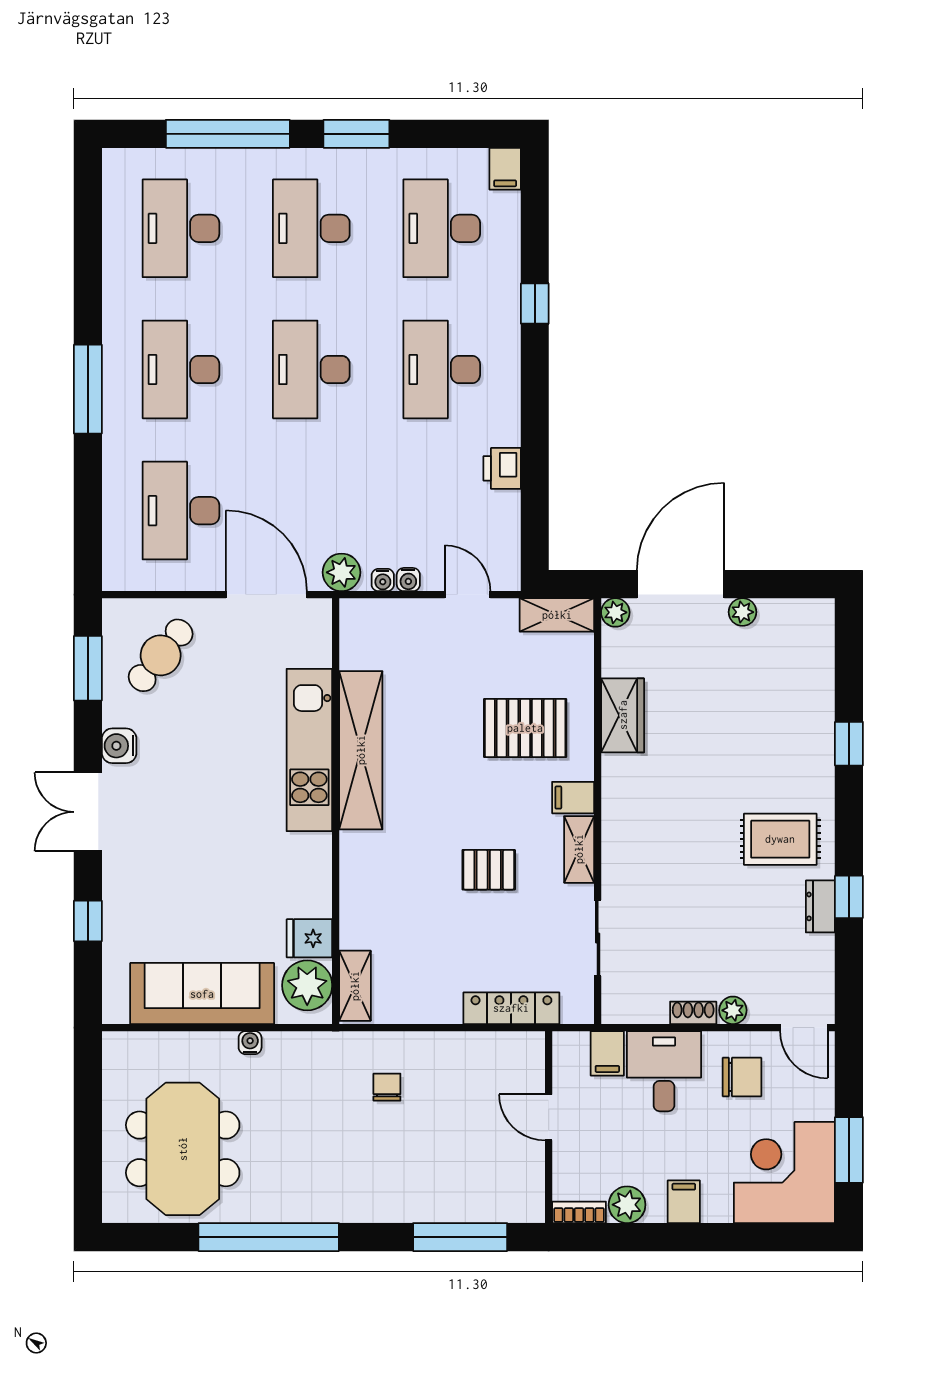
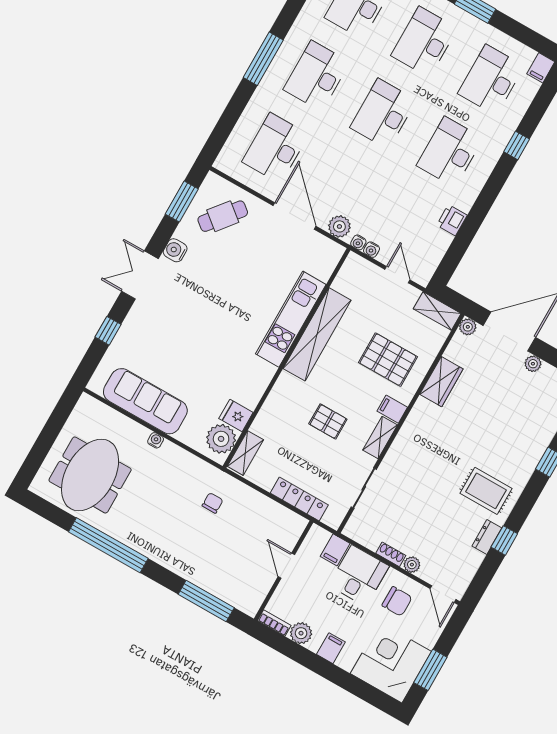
kitchen unit: (309, 750) -> (291, 319), moved
shelving: (361, 750) -> (317, 334), moved
wall: (336, 811) -> (286, 358), moved
fridge: (309, 938) -> (236, 415), moved
plant: (307, 985) -> (221, 439), moved
shelving: (355, 986) -> (245, 453), moved

